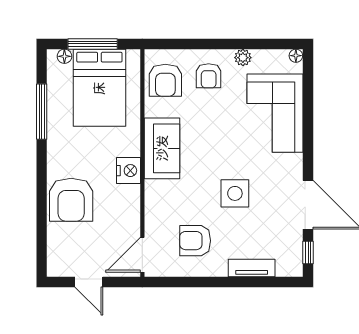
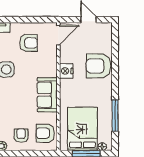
armchair: (165, 80) -> (45, 133), turned -90
nightstand: (129, 171) -> (66, 71), moved
armchair: (71, 200) -> (98, 66), turned -90

